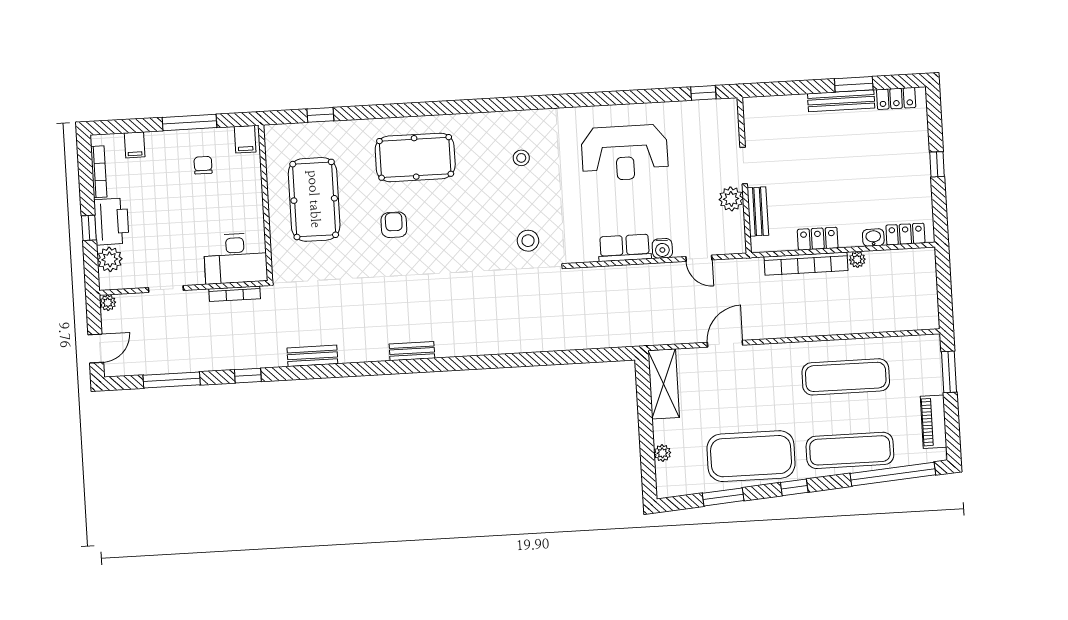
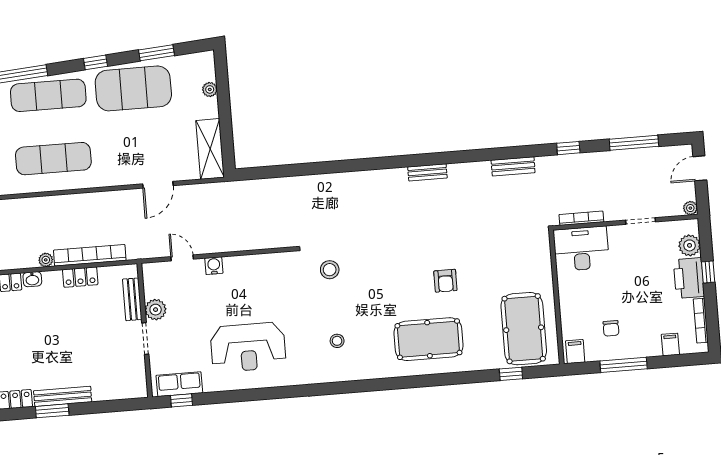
reception desk: (625, 153) -> (248, 347), turned 180
pool table: (314, 199) -> (524, 329), moved
row of seats: (625, 248) -> (179, 384), moved, turned 180

